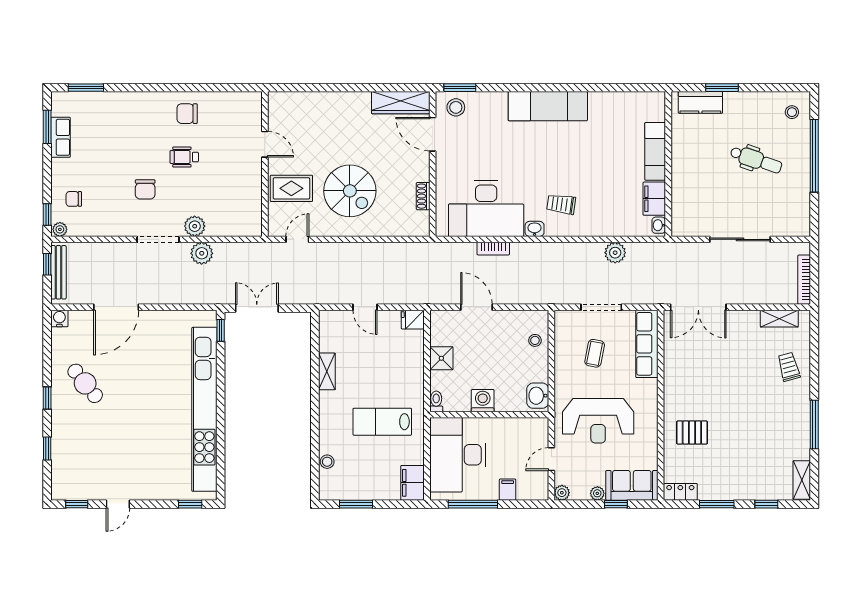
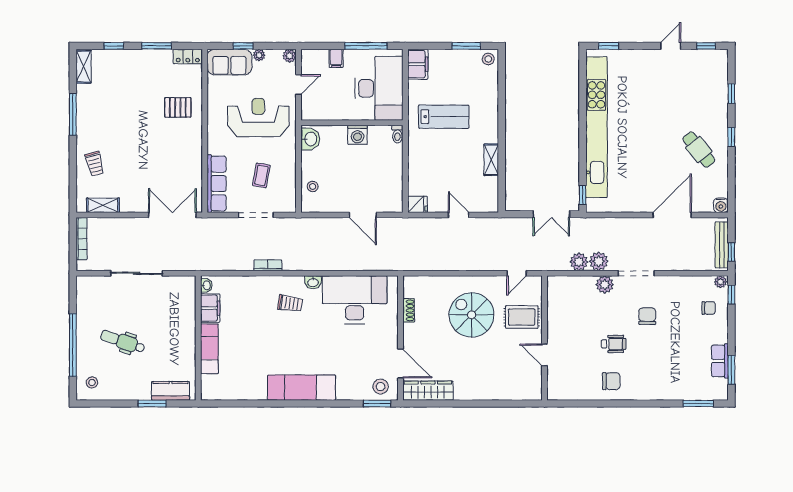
bookcase: (493, 249) -> (268, 265), moved
plant: (615, 253) -> (579, 262), moved
shower: (441, 358) -> (393, 171), removed
stool: (327, 462) -> (488, 59), moved

